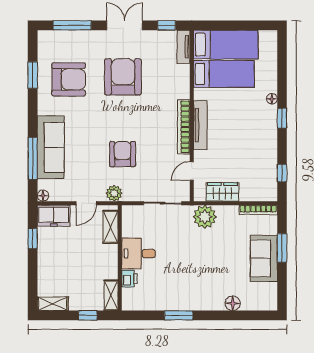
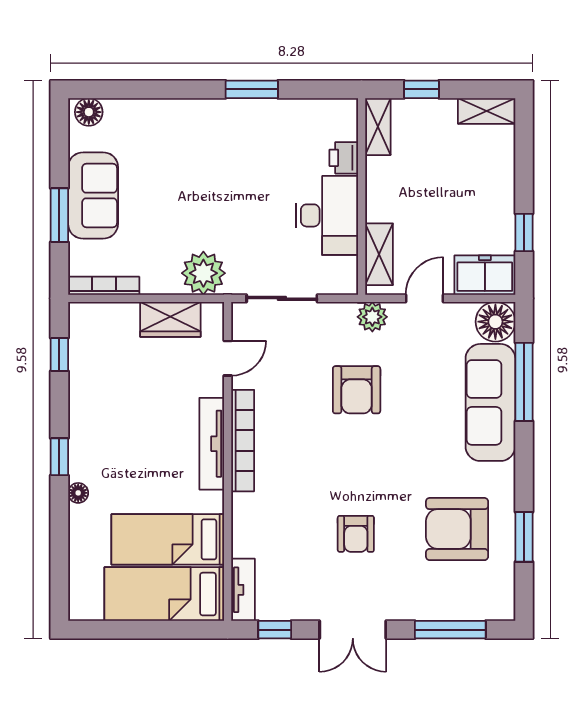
armchair: (123, 77) -> (356, 534), width x0.53, depth x0.53
floor lamp: (43, 196) -> (495, 322), width x1.89, depth x1.89
desk: (138, 253) -> (327, 215), width x1.37
floor lamp: (233, 303) -> (89, 112), moved

